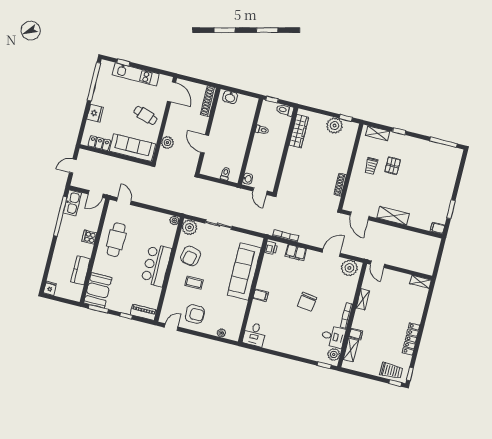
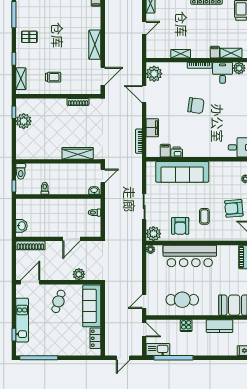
fridge: (95, 113) -> (68, 349), removed
wardrobe: (299, 131) -> (78, 153), moved
door: (73, 166) -> (123, 358), hinge flipped
pallet: (393, 166) -> (29, 37), moved
printer: (271, 248) -> (177, 152), moved
armchair: (191, 256) -> (180, 226), turned 78
door: (377, 264) -> (144, 28), moved
bar counter: (156, 265) -> (190, 256), width x1.36
filing cabinet: (261, 295) -> (165, 151), moved
armchair: (195, 314) -> (234, 208), turned -95

